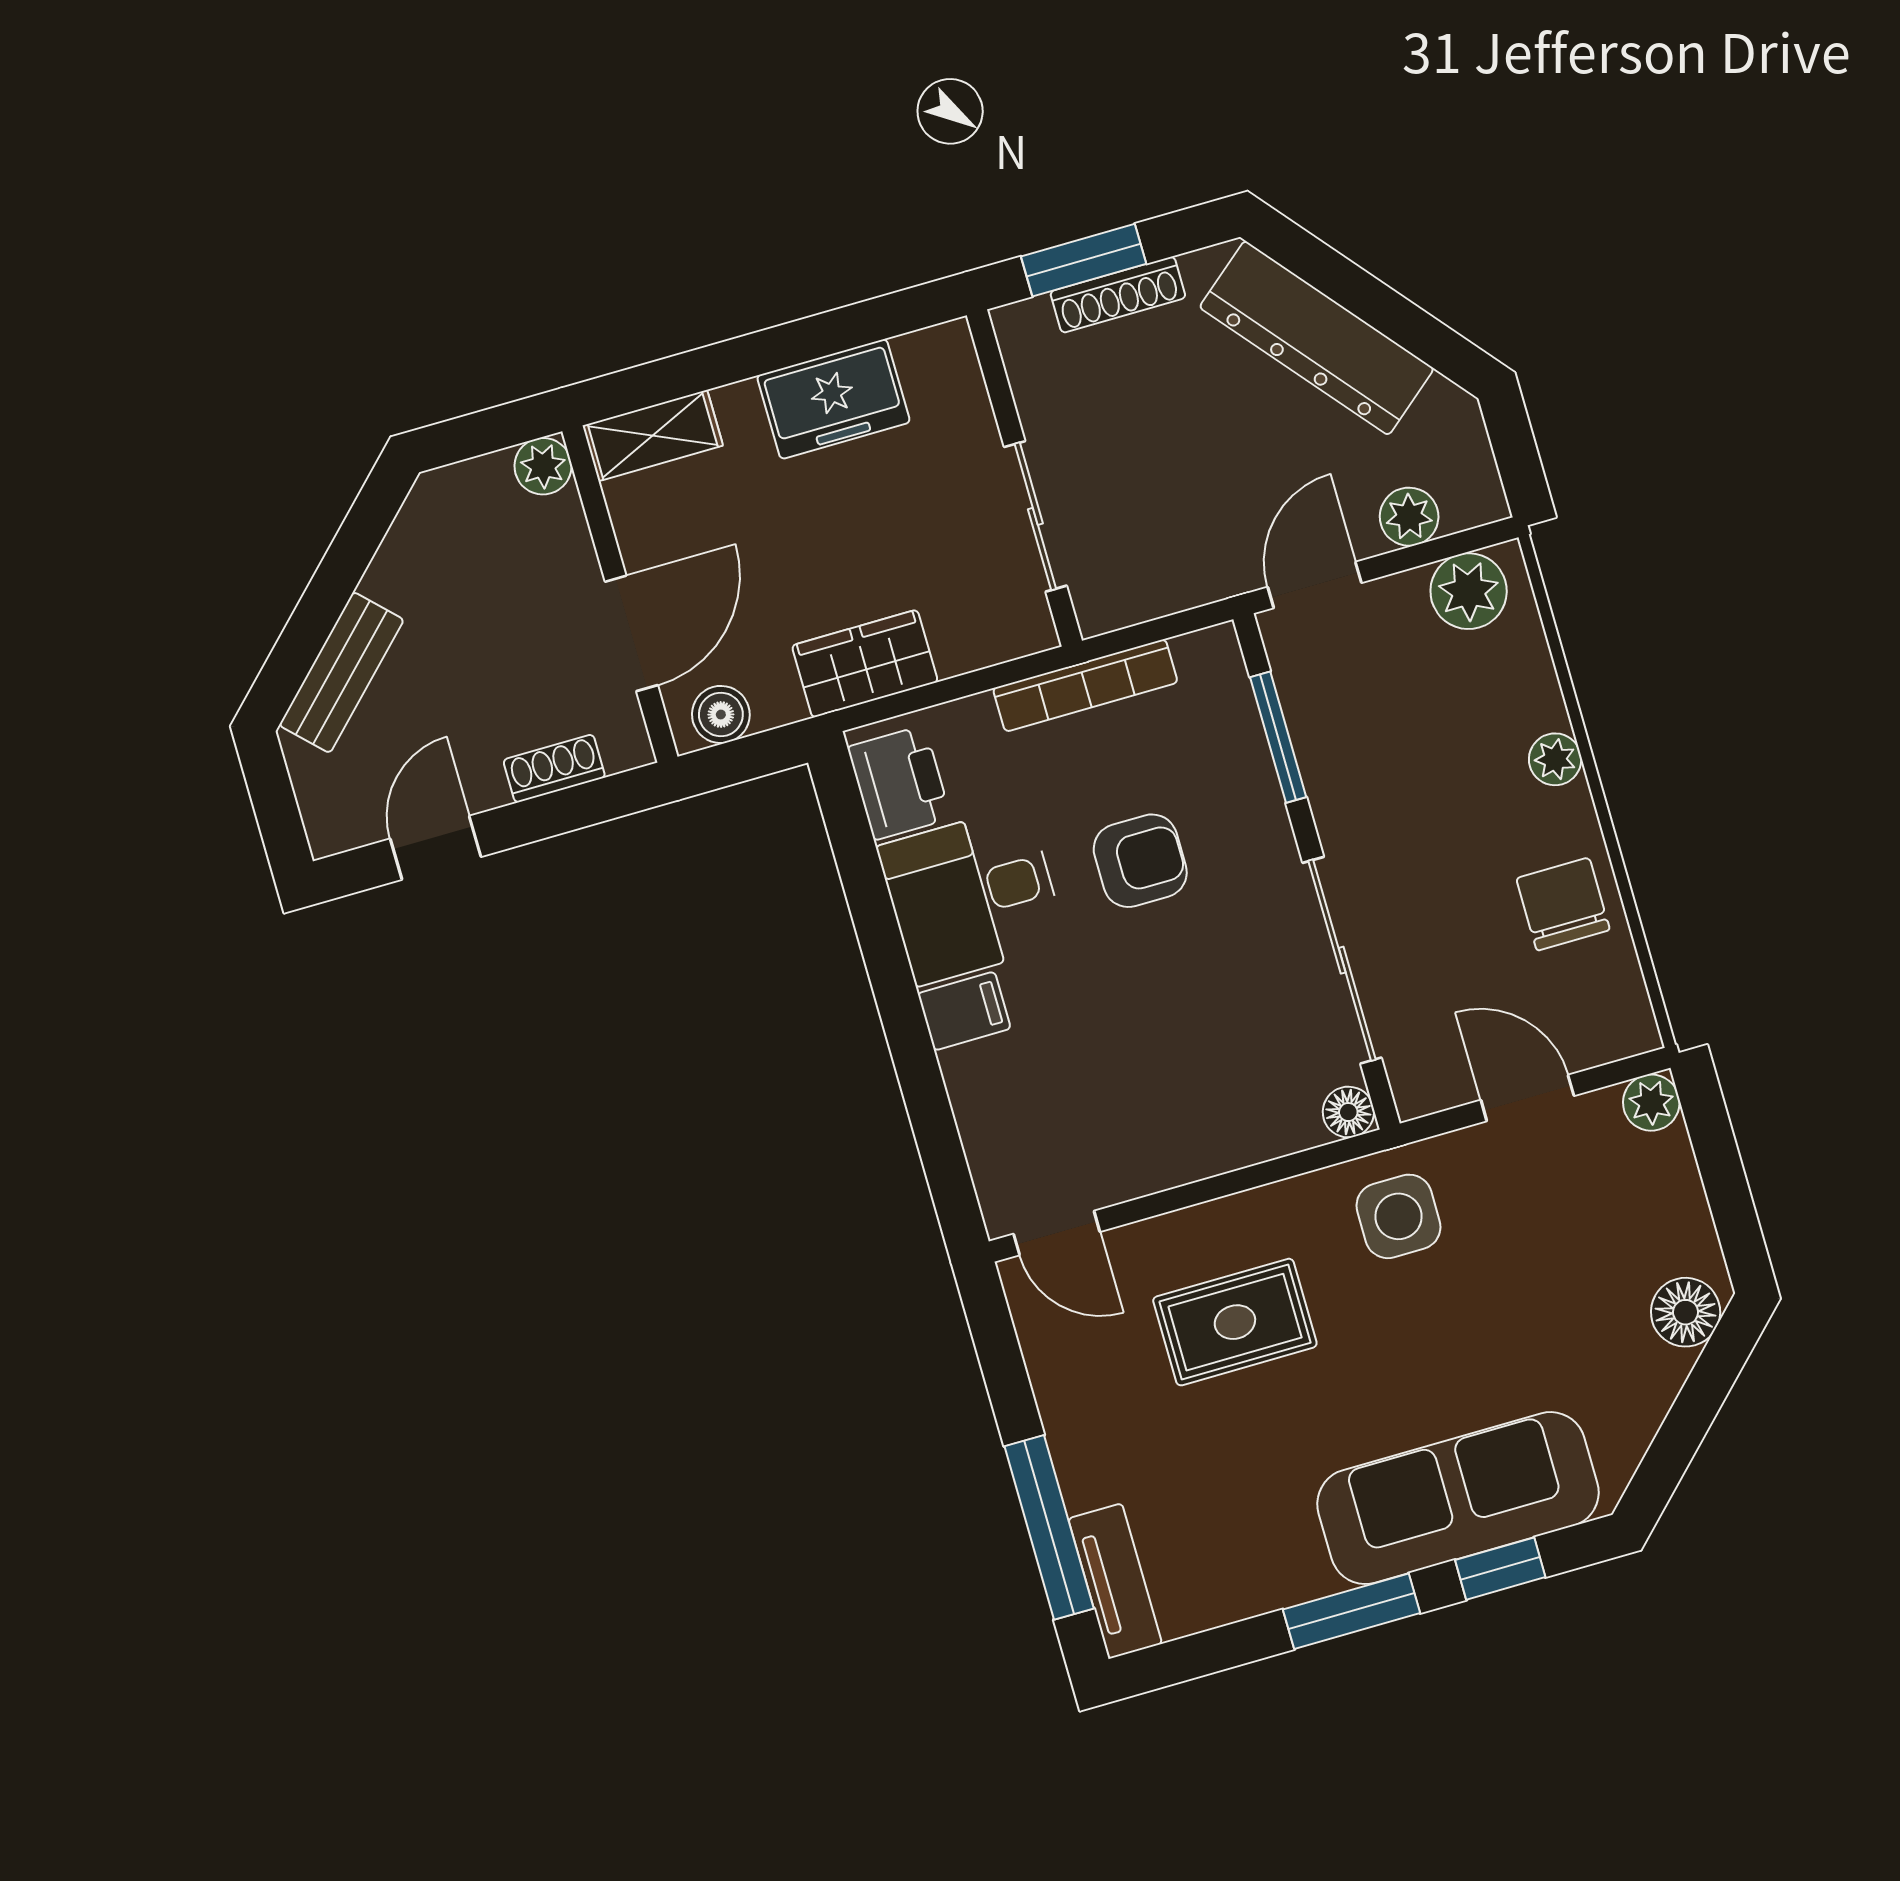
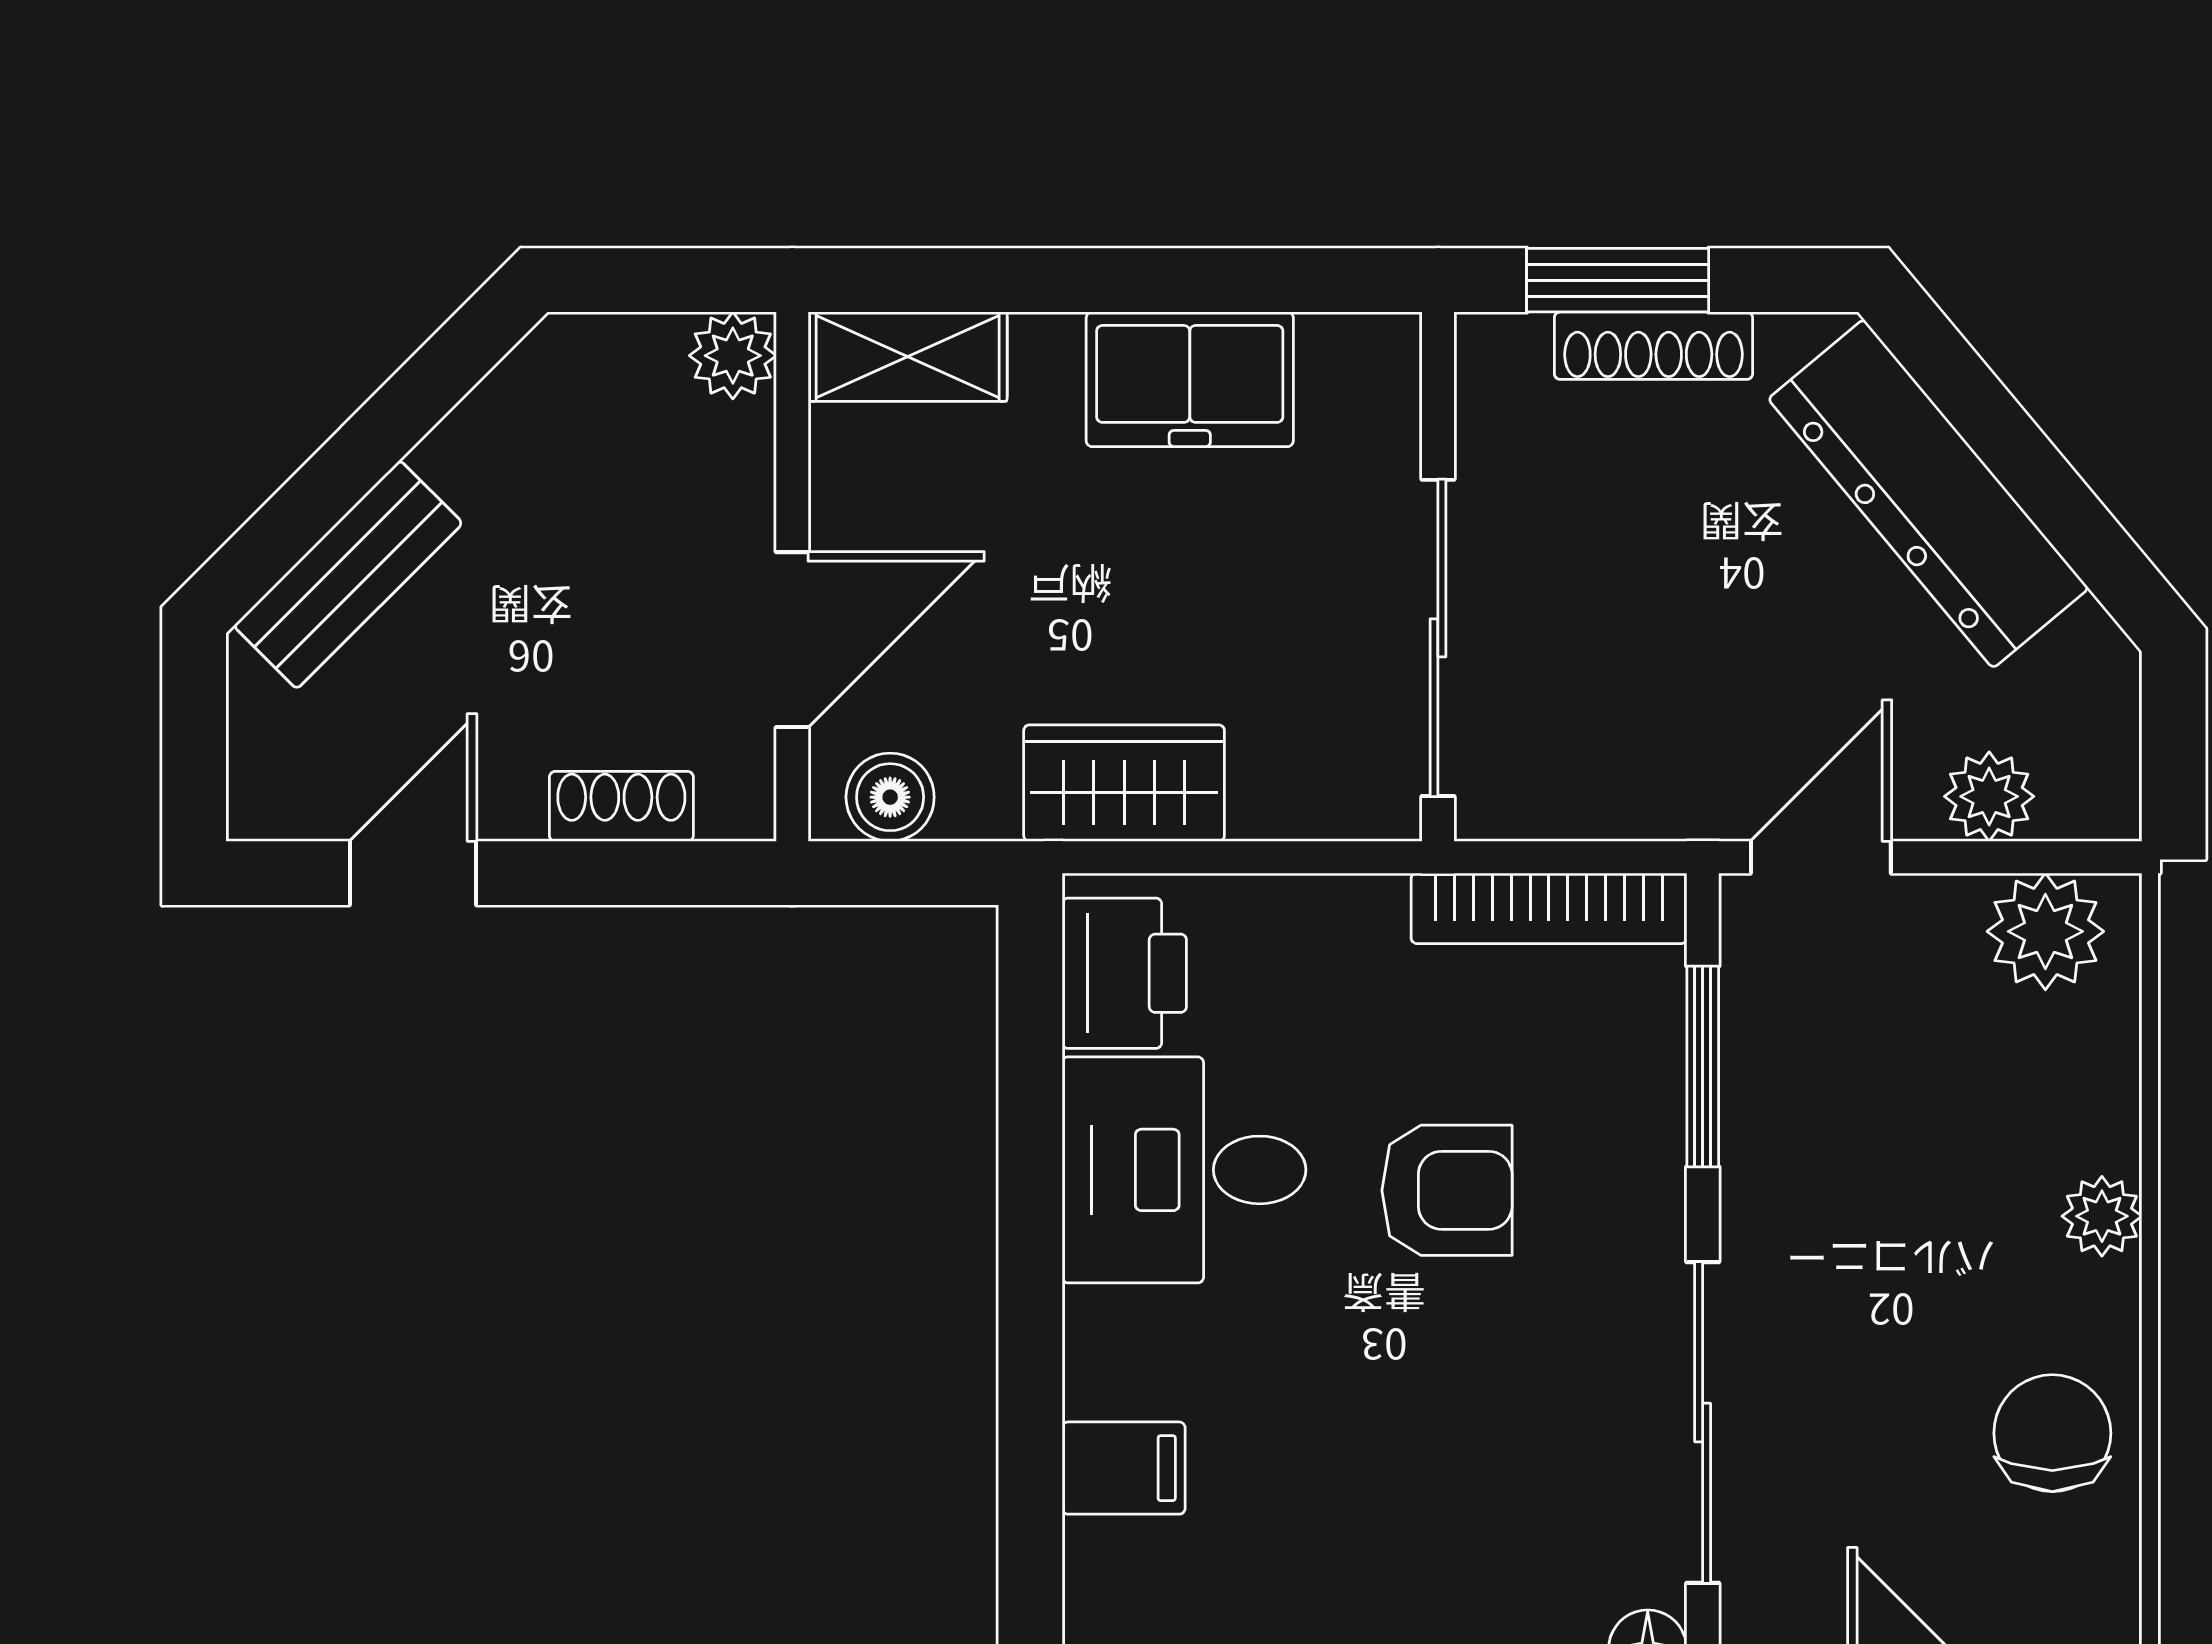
sliding door: (1035, 516) -> (1438, 638), width x1.37
bookcase: (1085, 685) -> (1549, 908), moved
filing cabinet: (964, 1011) -> (1124, 1468), moved

